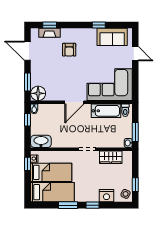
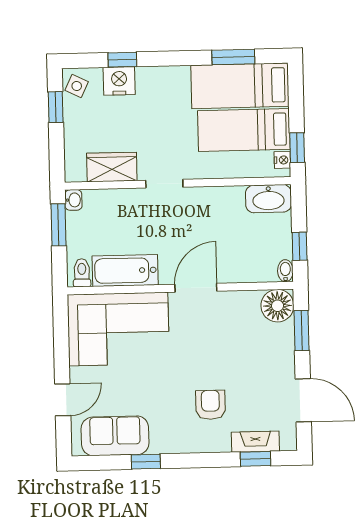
door: (135, 54) -> (63, 400), swing flipped
window: (68, 205) -> (233, 57), moved
window: (93, 205) -> (122, 60), moved

